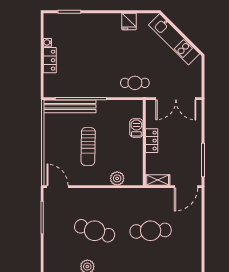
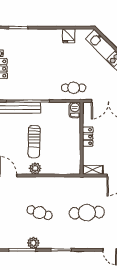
barbecue: (136, 128) -> (75, 110), moved
plant: (117, 178) -> (35, 168), moved
cafe table: (95, 231) -> (40, 213), width x0.73, depth x0.74

